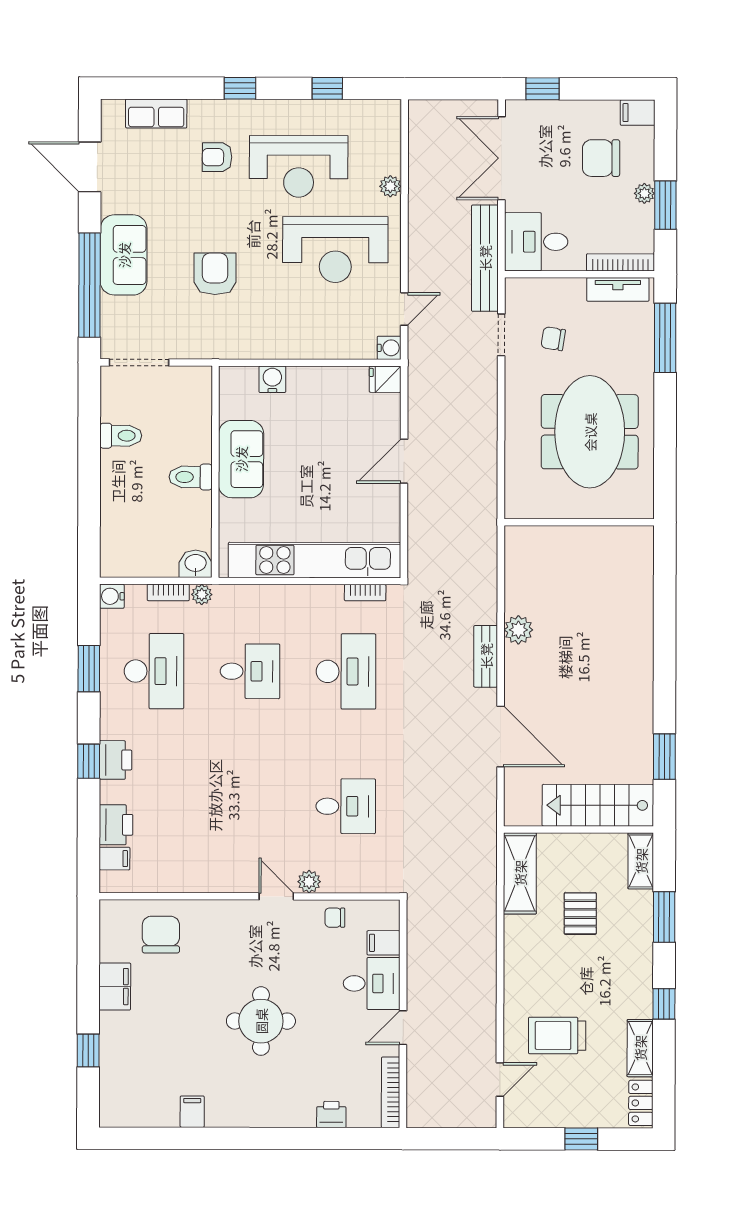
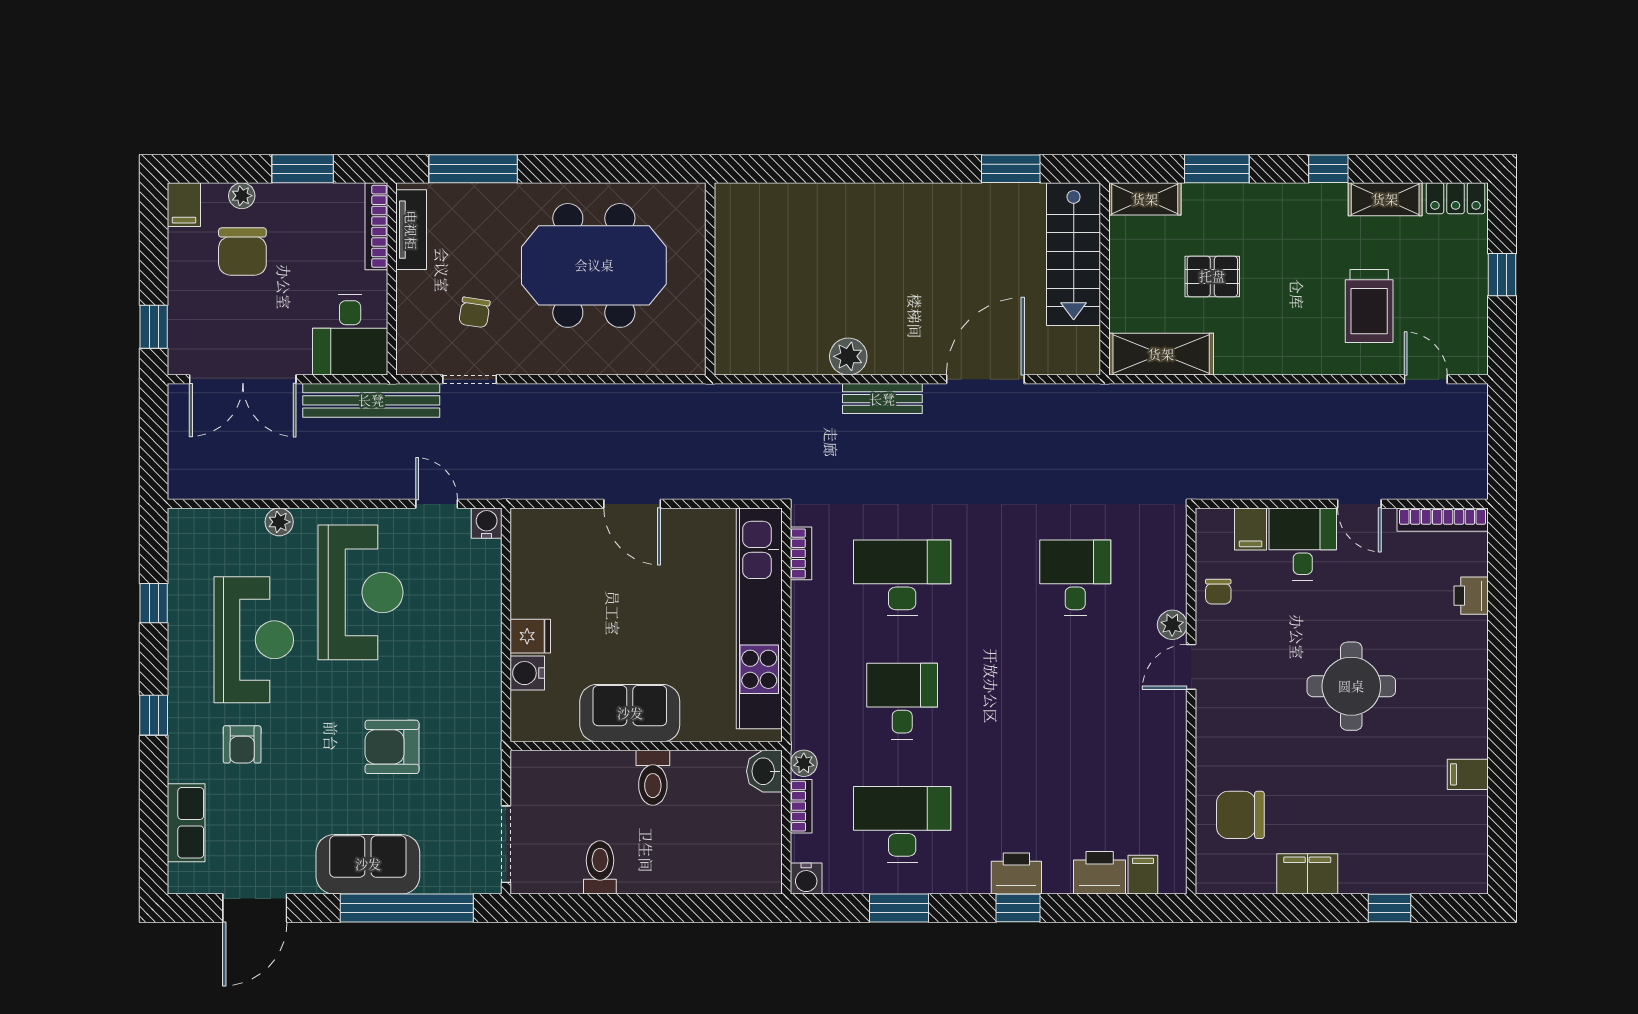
plant: (644, 193) -> (242, 196), moved
fridge: (385, 379) -> (530, 636), moved, turned -90

